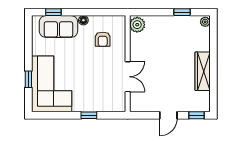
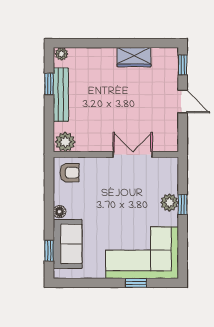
bench: (174, 21) -> (61, 95), added
armchair: (103, 39) -> (70, 173), moved
wardrobe: (203, 71) -> (134, 57), width x0.67
plant: (90, 105) -> (169, 202), added

